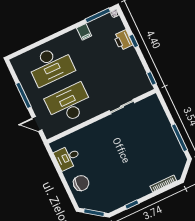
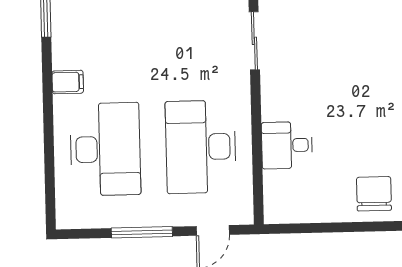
filing cabinet: (84, 32) -> (68, 82), moved
desk: (68, 157) -> (287, 145), moved, turned 90

